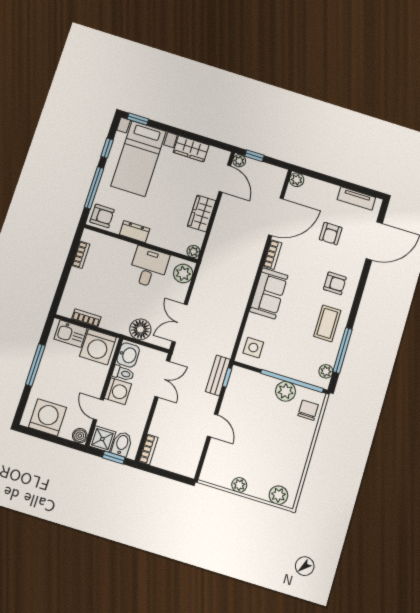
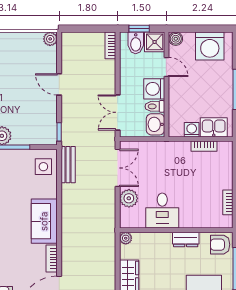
plant: (183, 273) -> (129, 198), moved
floor lamp: (140, 329) -> (152, 151), removed
washing machine: (98, 347) -> (192, 130), width x0.53, depth x0.53
bench: (218, 375) -> (68, 165), moved
plant: (239, 485) -> (50, 39), moved

